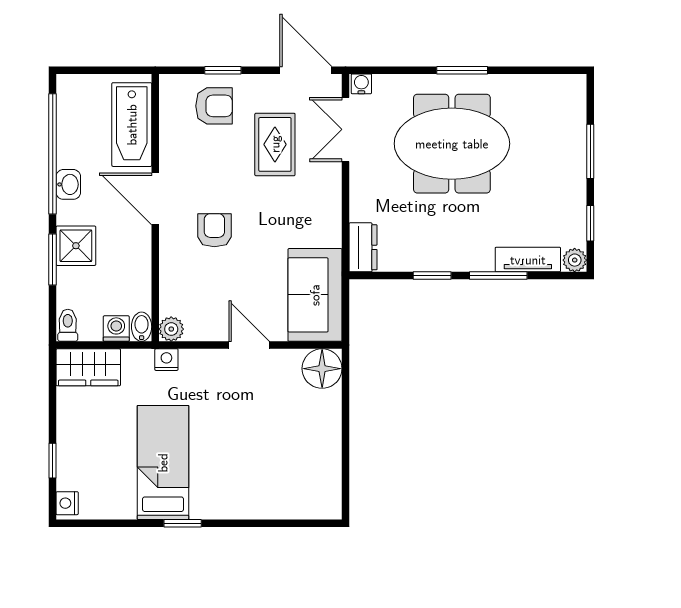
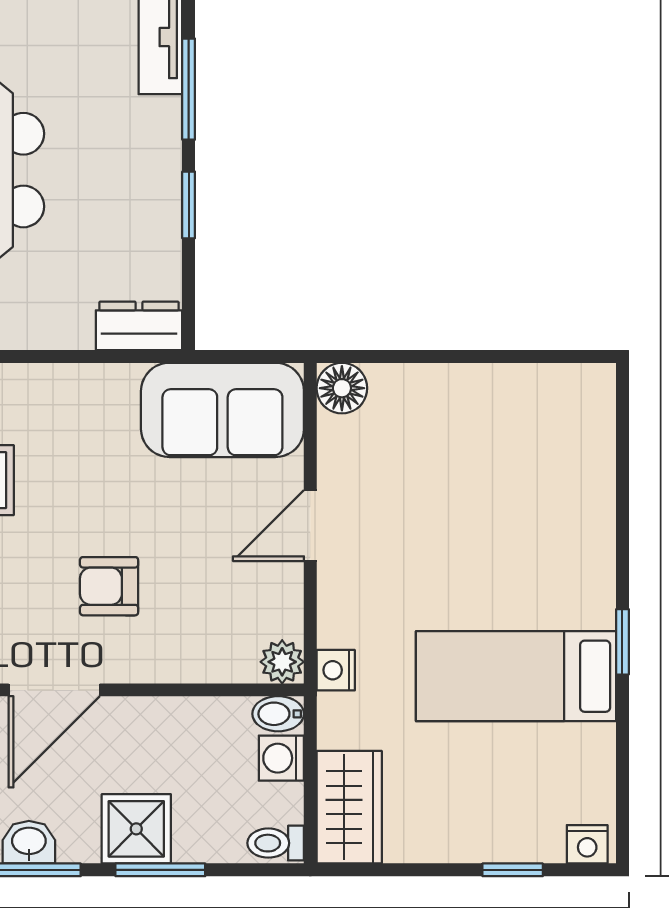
floor lamp: (322, 369) -> (342, 388), width x0.73, depth x0.73

